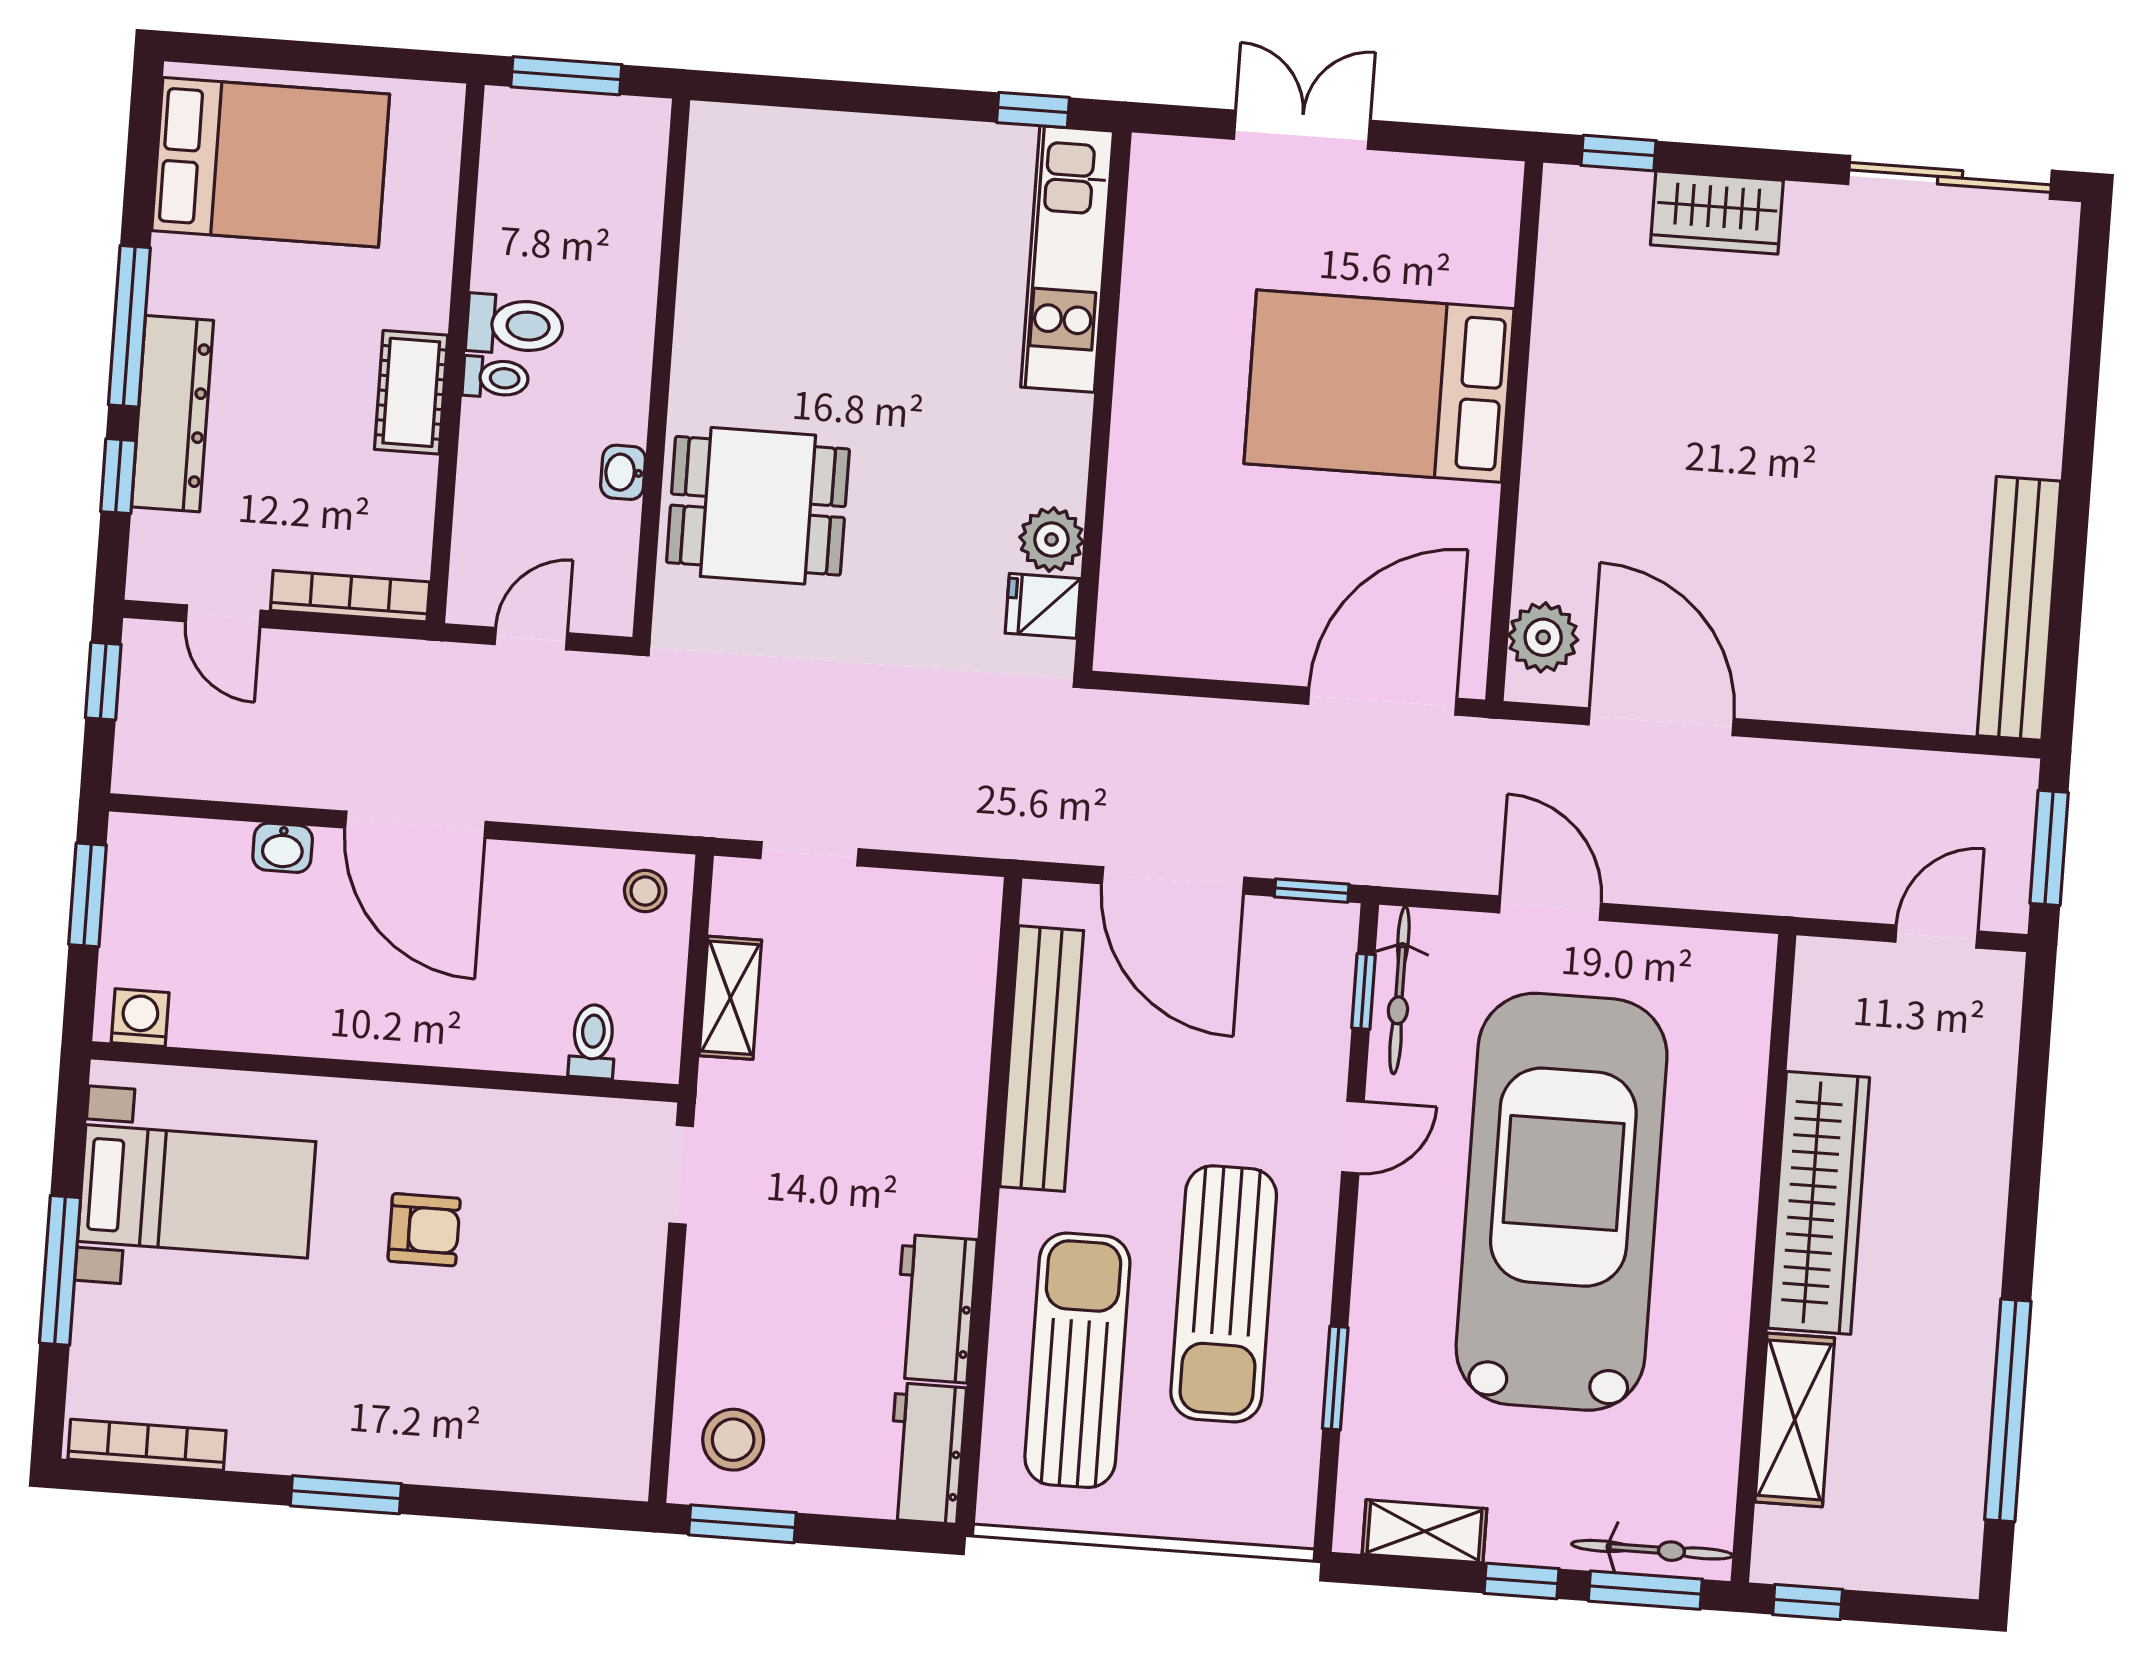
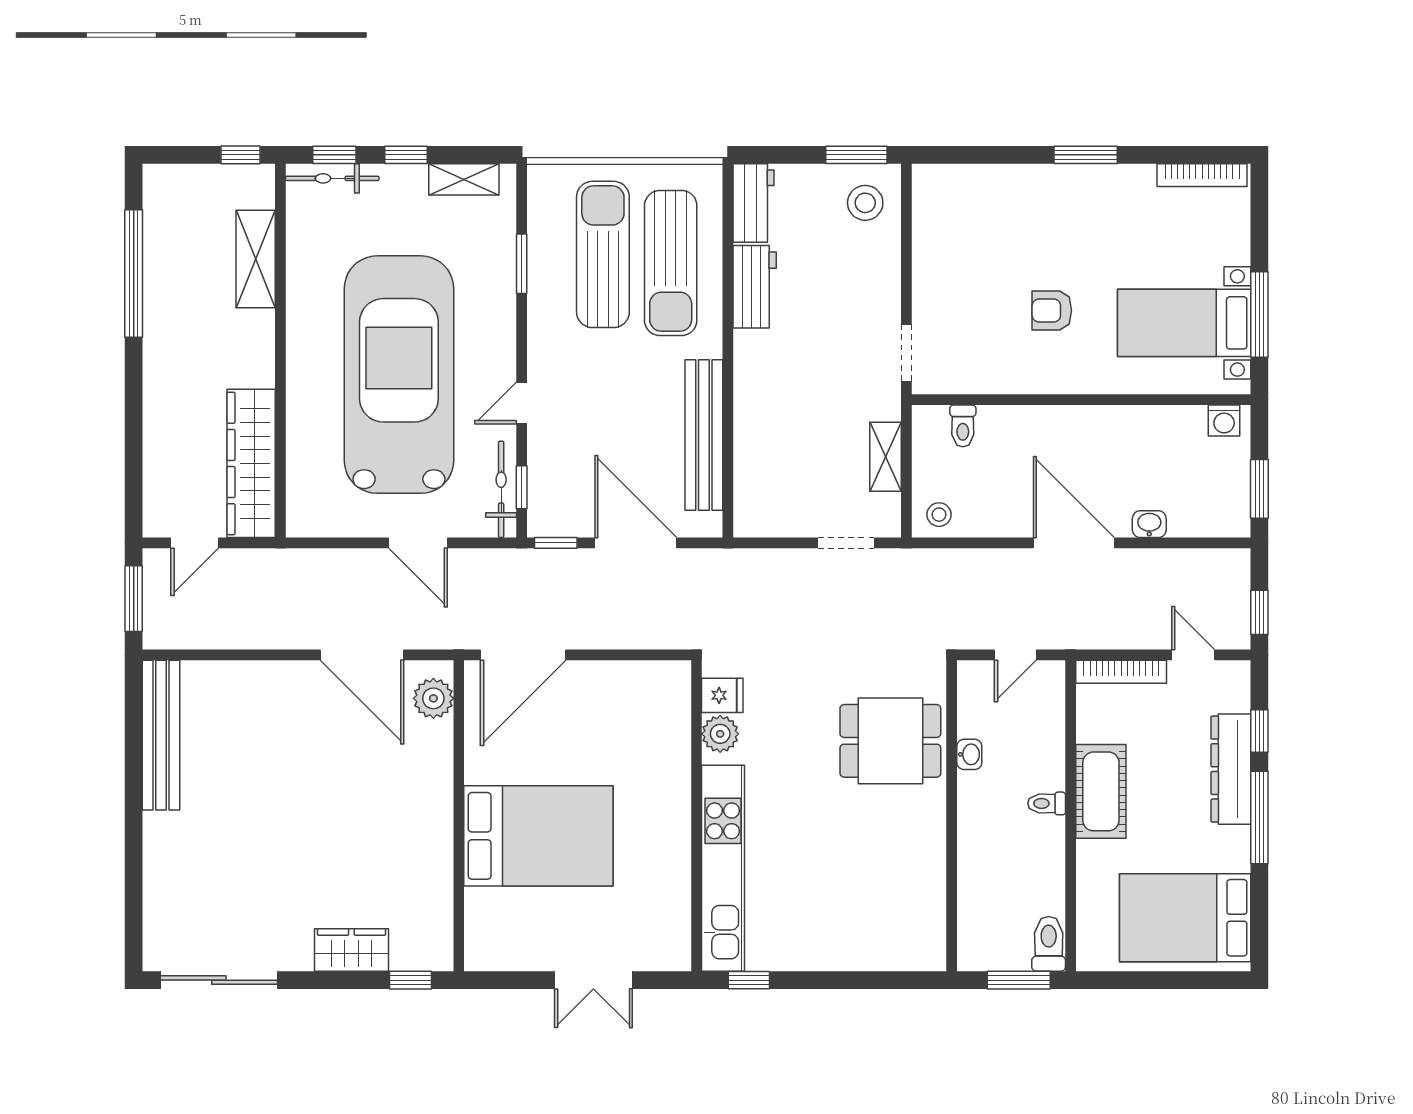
kitchen unit: (1067, 259) -> (723, 868), width x1.36
toilet: (515, 325) -> (1049, 944), moved, turned 90
cot: (411, 392) -> (1101, 791), width x1.37, depth x1.34
car: (1562, 1202) -> (399, 375), turned 180
wardrobe: (1819, 1203) -> (251, 463), moved
window: (60, 1270) -> (1259, 314), moved
sun lounger: (1224, 1294) -> (603, 254), moved
window: (1645, 1590) -> (334, 155), width x0.67

